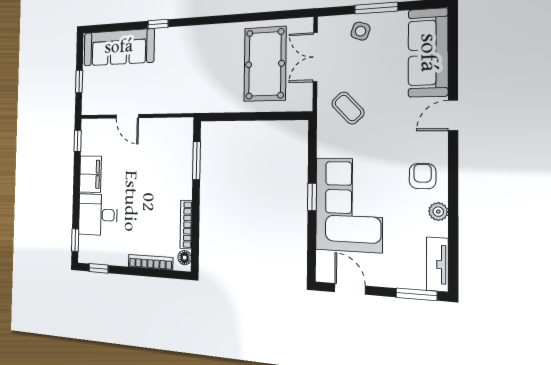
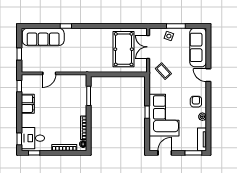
door: (453, 115) -> (208, 75), hinge flipped
door: (127, 116) -> (49, 73), hinge flipped
desk: (98, 215) -> (33, 138), moved
door: (350, 289) -> (165, 153), hinge flipped

